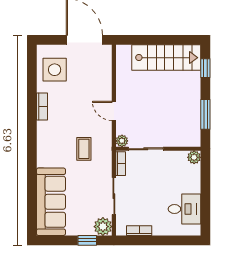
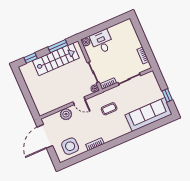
stairs: (166, 58) -> (56, 59), moved, turned 90
door: (114, 111) -> (79, 101), hinge flipped
desk: (184, 209) -> (102, 42), moved
plant: (103, 227) -> (66, 114), moved
window: (87, 240) -> (167, 95), moved

